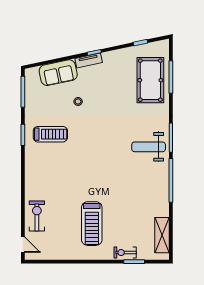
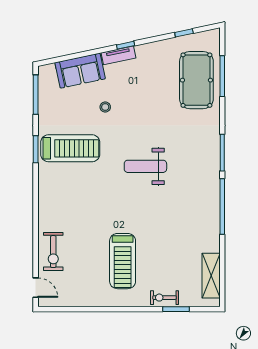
treadmill: (50, 134) -> (70, 148), width x1.37, depth x1.38
weight bench: (149, 147) -> (145, 166), moved
exercise bike: (37, 216) -> (53, 252), turned 180

